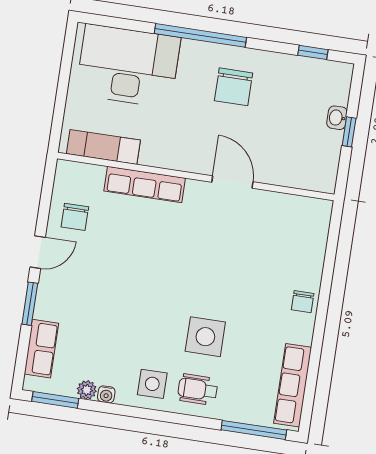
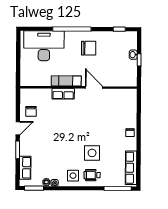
chair: (234, 87) -> (89, 48), turned -90
exam couch: (103, 147) -> (66, 81), moved
row of seats: (145, 185) -> (63, 94), width x0.68

